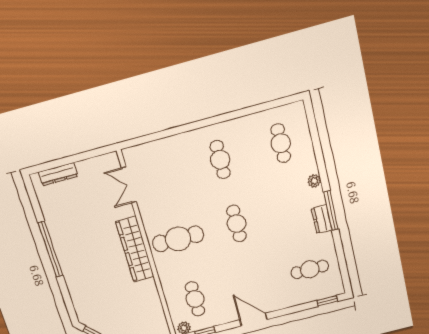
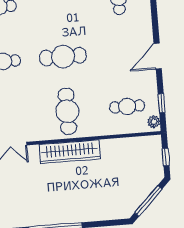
cafe table: (237, 224) -> (63, 57), width x1.37, depth x1.35

